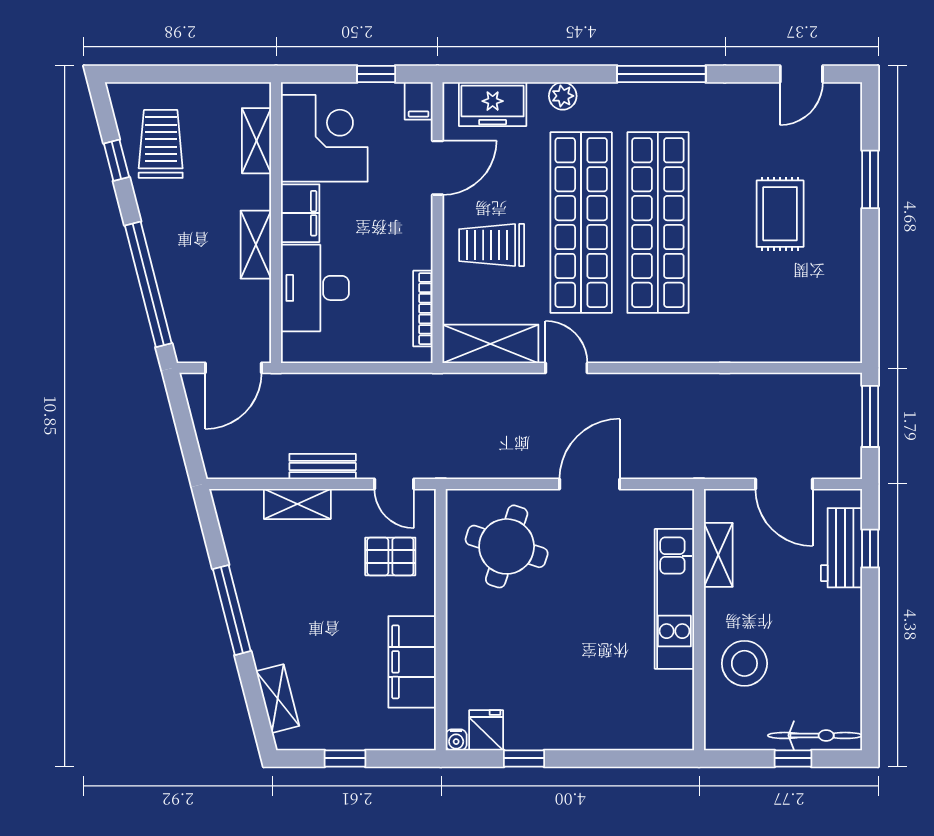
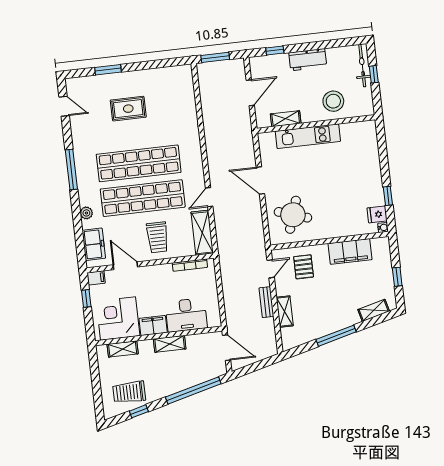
workbench: (841, 548) -> (308, 60), moved

